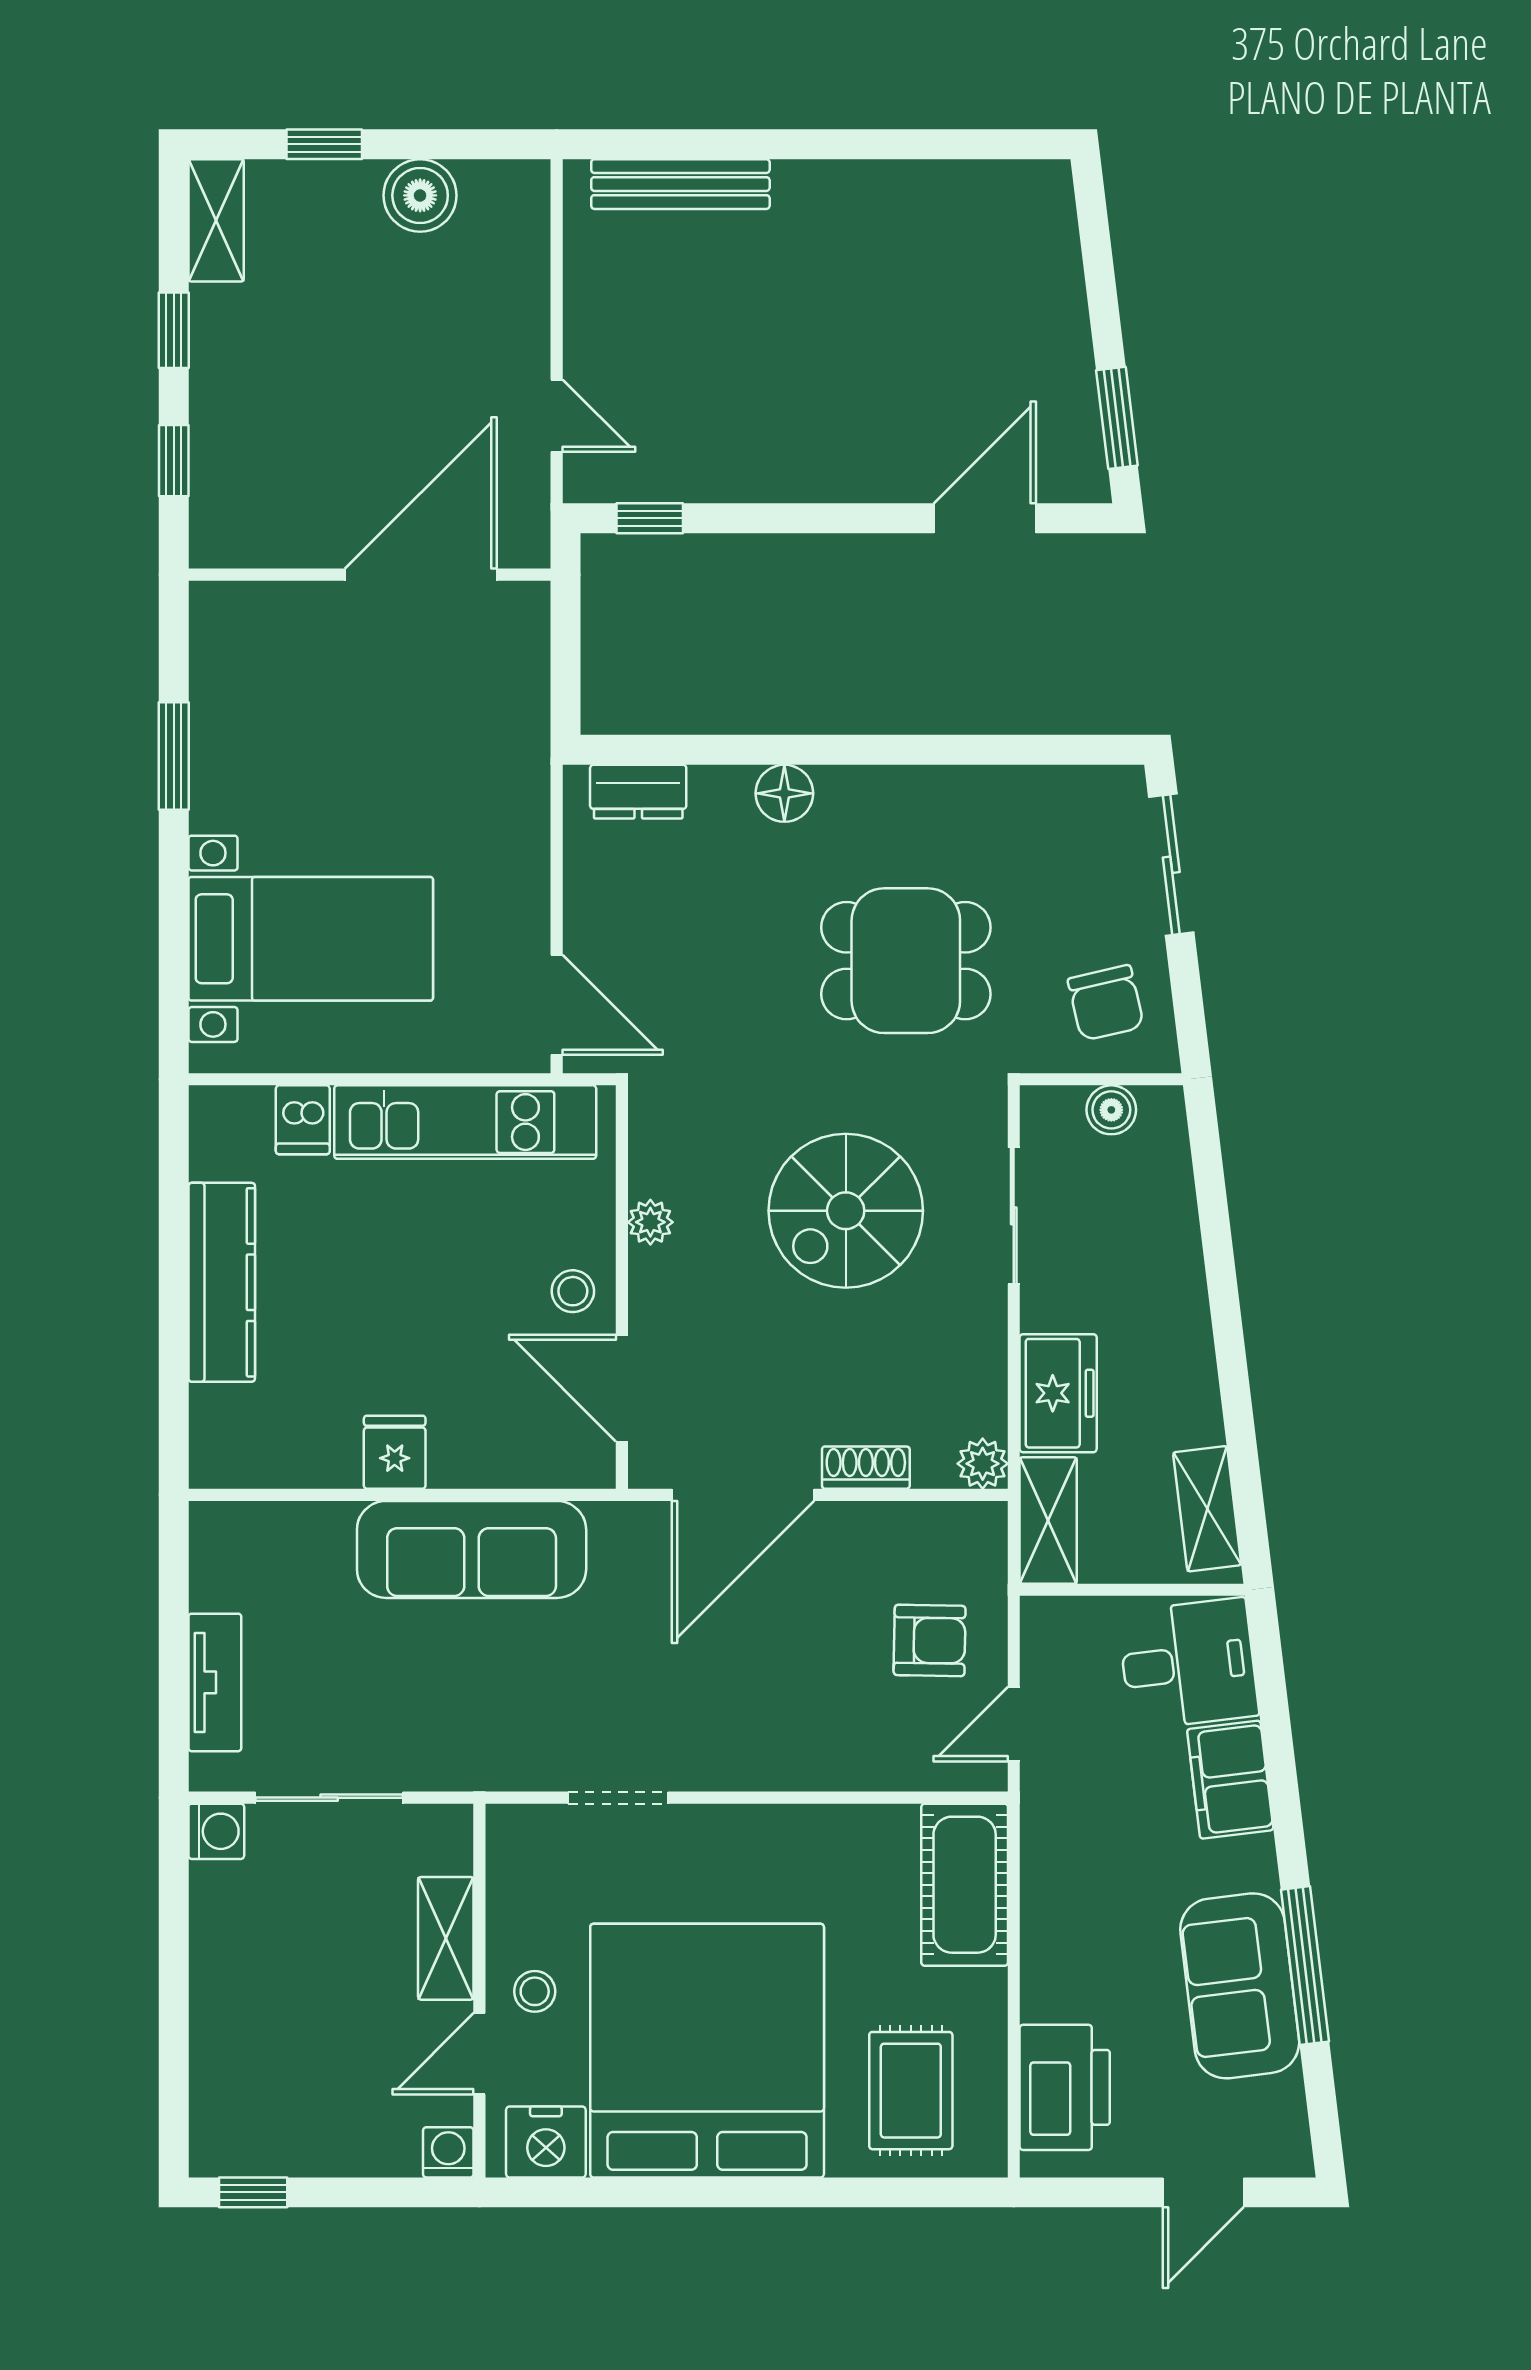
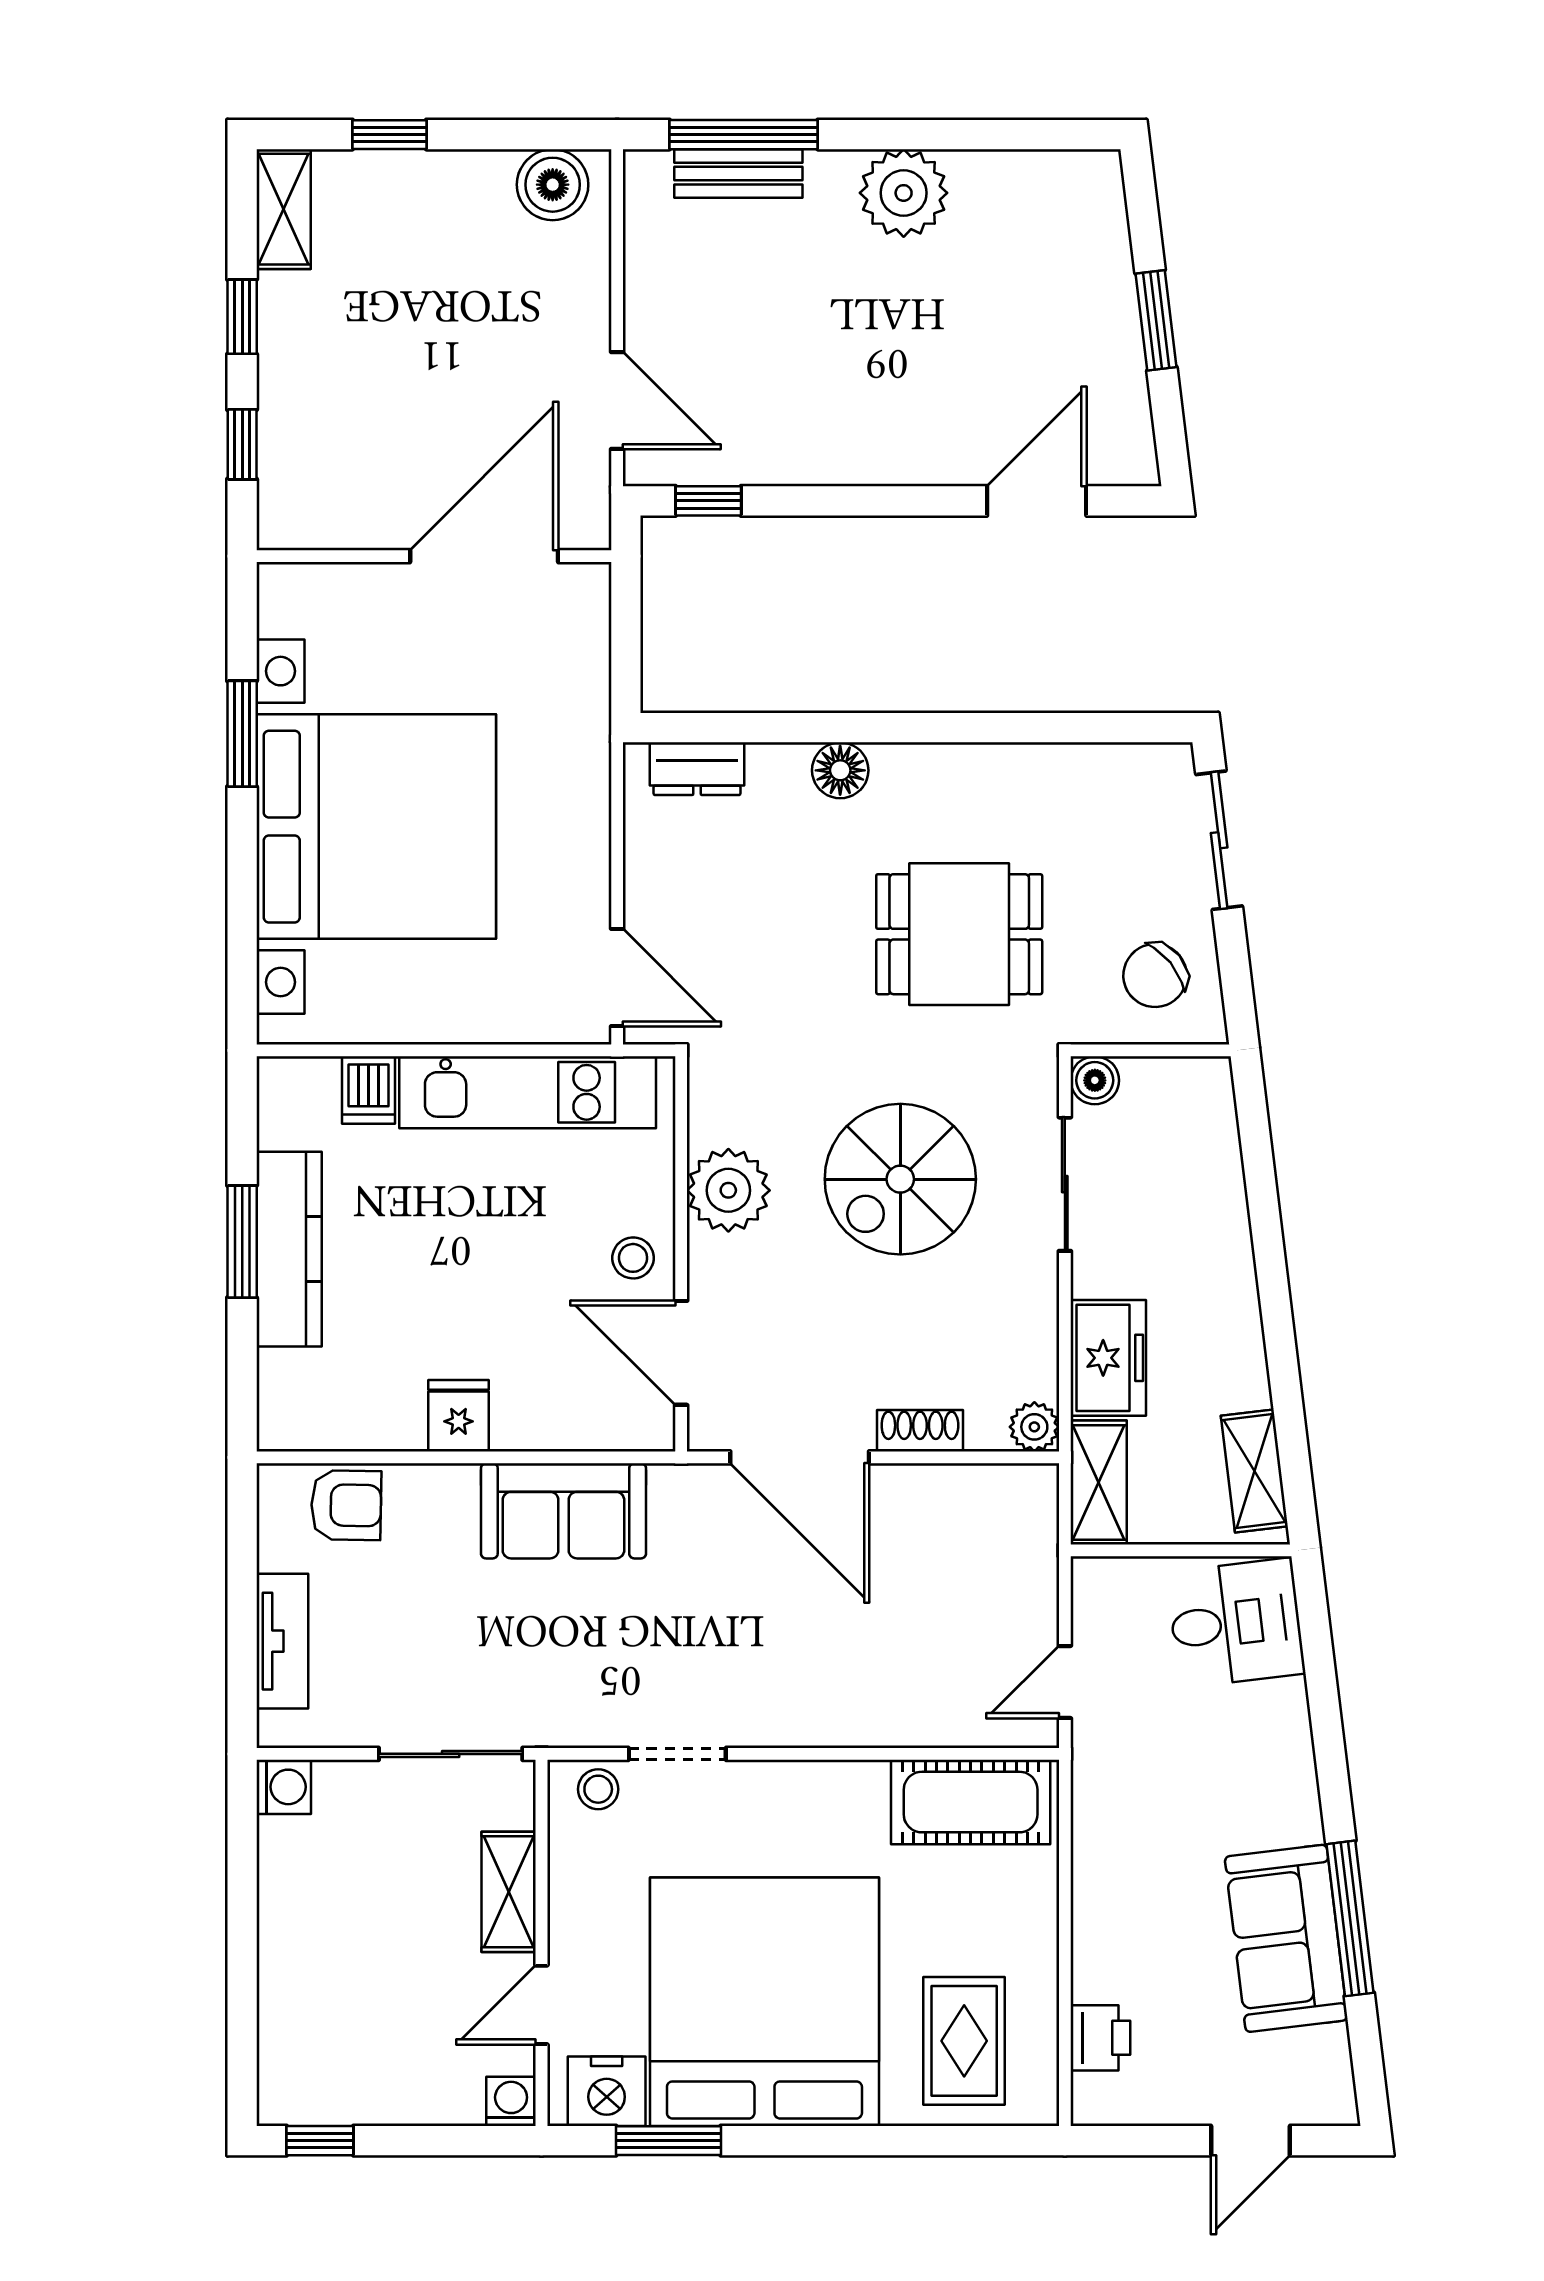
window: (686, 144) -> (744, 135), added
bench: (680, 184) -> (738, 174), width x0.73
boiler: (420, 195) -> (553, 185), moved
plant: (849, 204) -> (904, 193), added
door: (557, 416) -> (617, 400), width x1.38
window: (1117, 418) -> (1156, 320), moved
bed with nightstands: (311, 939) -> (376, 827), width x1.85
chair: (1106, 1003) -> (1155, 975), turned 64
boiler: (1111, 1110) -> (1095, 1080), moved
plant: (650, 1222) -> (728, 1190), width x1.88, depth x1.88
window: (174, 1274) -> (242, 1242), added
door: (743, 1495) -> (800, 1457), hinge flipped
sofa: (472, 1549) -> (563, 1511), width x0.73
armchair: (930, 1640) -> (346, 1505), moved
filing cabinet: (1230, 1780) -> (1277, 1736), removed
sliding door: (329, 1798) -> (451, 1754), moved
cot: (965, 1885) -> (971, 1802), moved, turned 90
stool: (535, 1991) -> (598, 1789), moved
printer: (1065, 2087) -> (1100, 2038), width x0.53, depth x0.68
window: (609, 2192) -> (668, 2141), added

